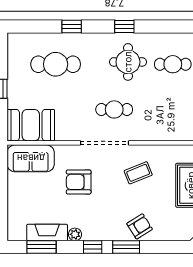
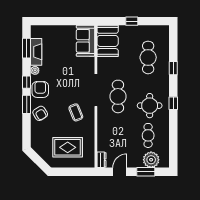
cafe table: (114, 109) -> (118, 96), width x1.37, depth x1.35
armchair: (79, 182) -> (40, 89), moved

